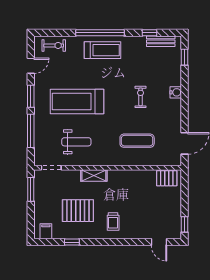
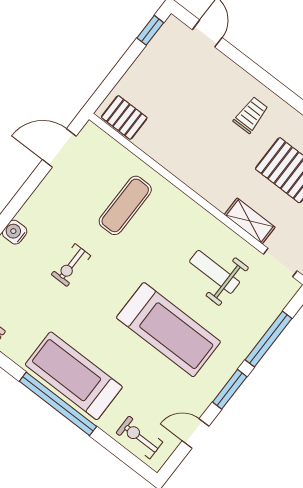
treadmill: (102, 50) -> (74, 376), width x1.37, depth x1.38
exercise mat: (137, 141) -> (125, 205), turned 90
shelving: (94, 175) -> (250, 221), moved

